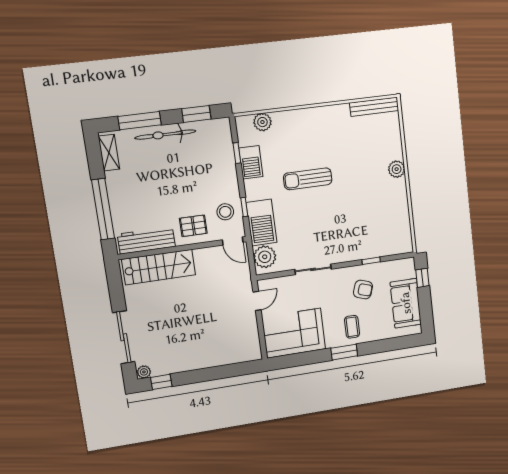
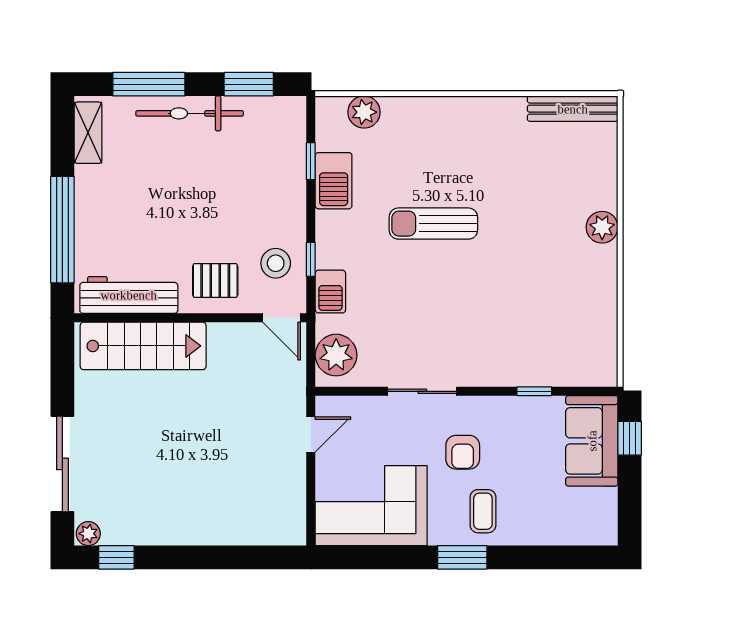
barbecue: (262, 223) -> (330, 292), width x0.53, depth x0.65
armchair: (363, 289) -> (463, 452), moved, turned 72
sofa: (406, 303) -> (592, 441), moved

